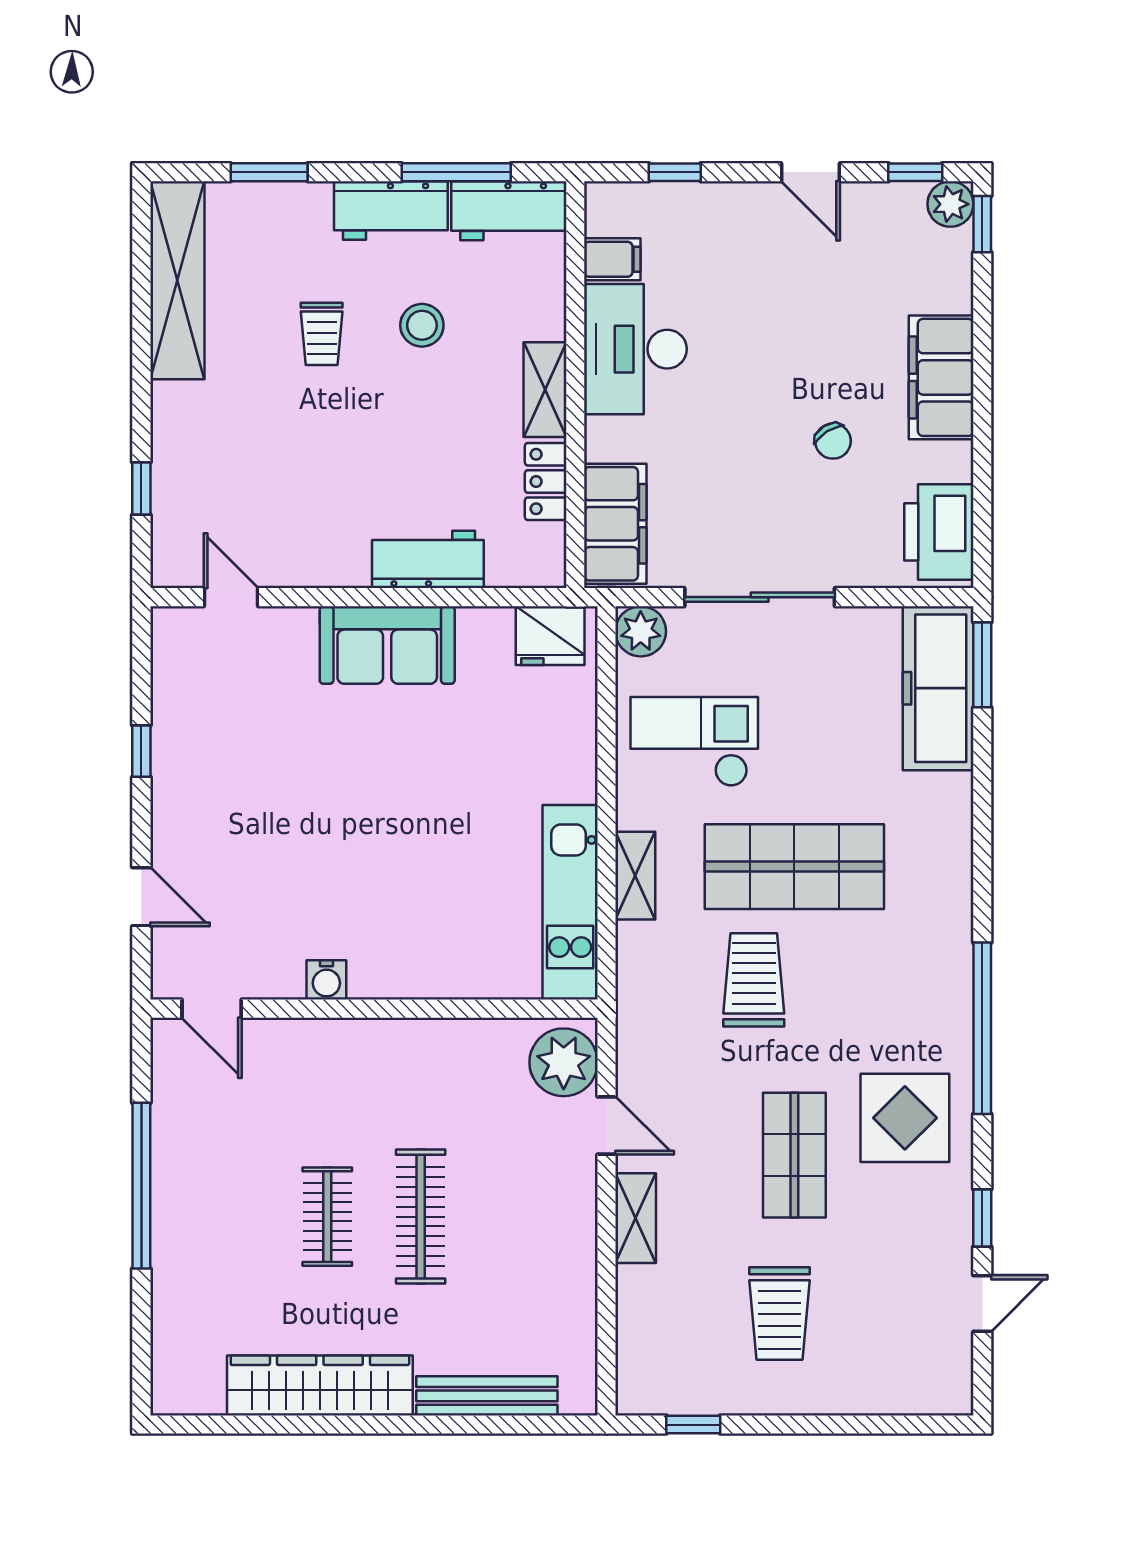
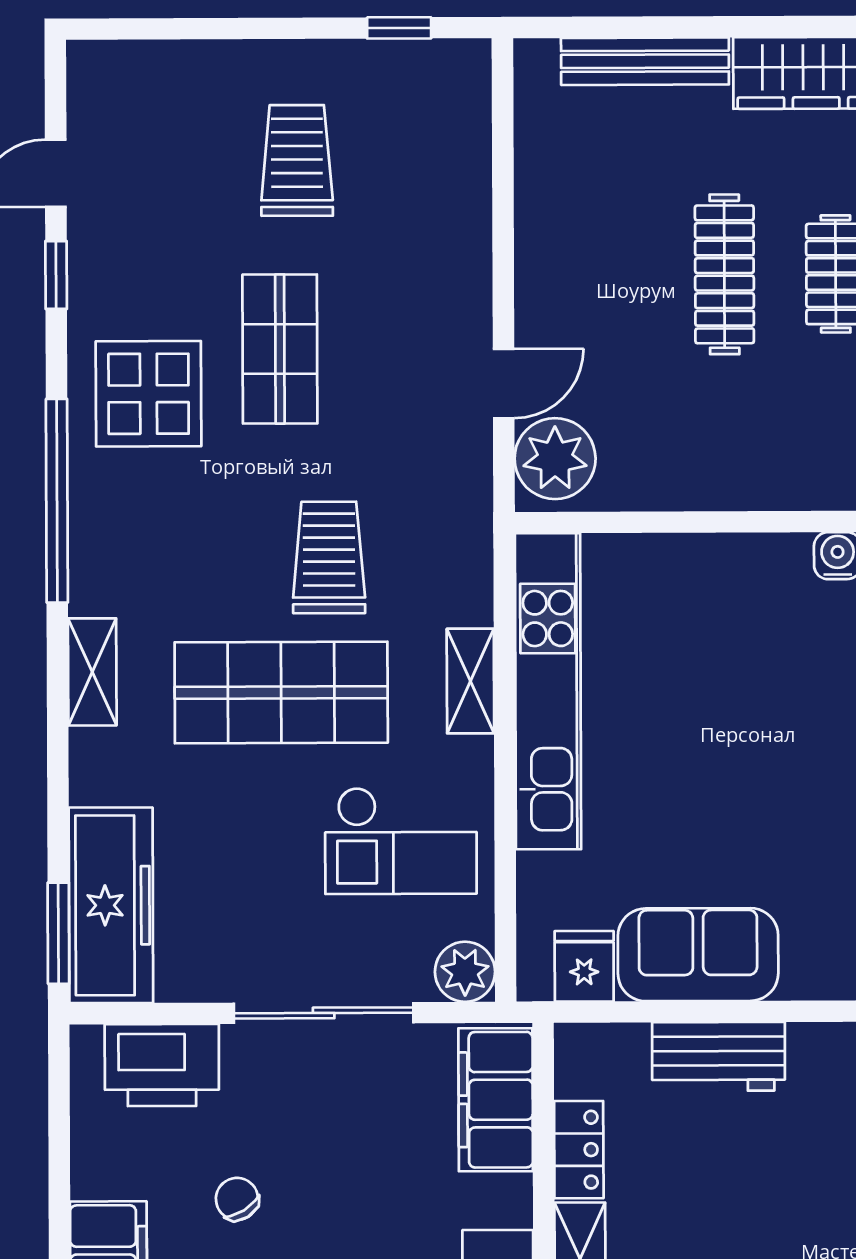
printer: (939, 532) -> (162, 1065), moved, turned 90
fridge: (550, 636) -> (584, 966), width x0.72
sofa: (387, 645) -> (698, 955), moved
kitchen unit: (570, 902) -> (548, 691), width x1.36
trolley: (754, 980) -> (329, 557), turned 180
door: (607, 1125) -> (504, 384), swing flipped
shelving: (636, 1218) -> (92, 672), moved

